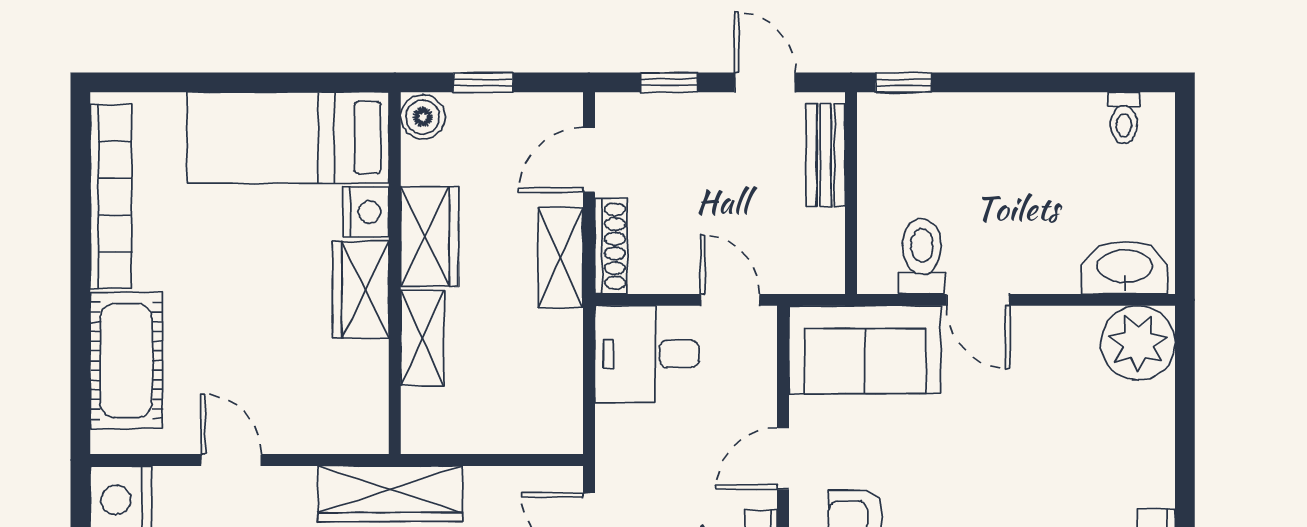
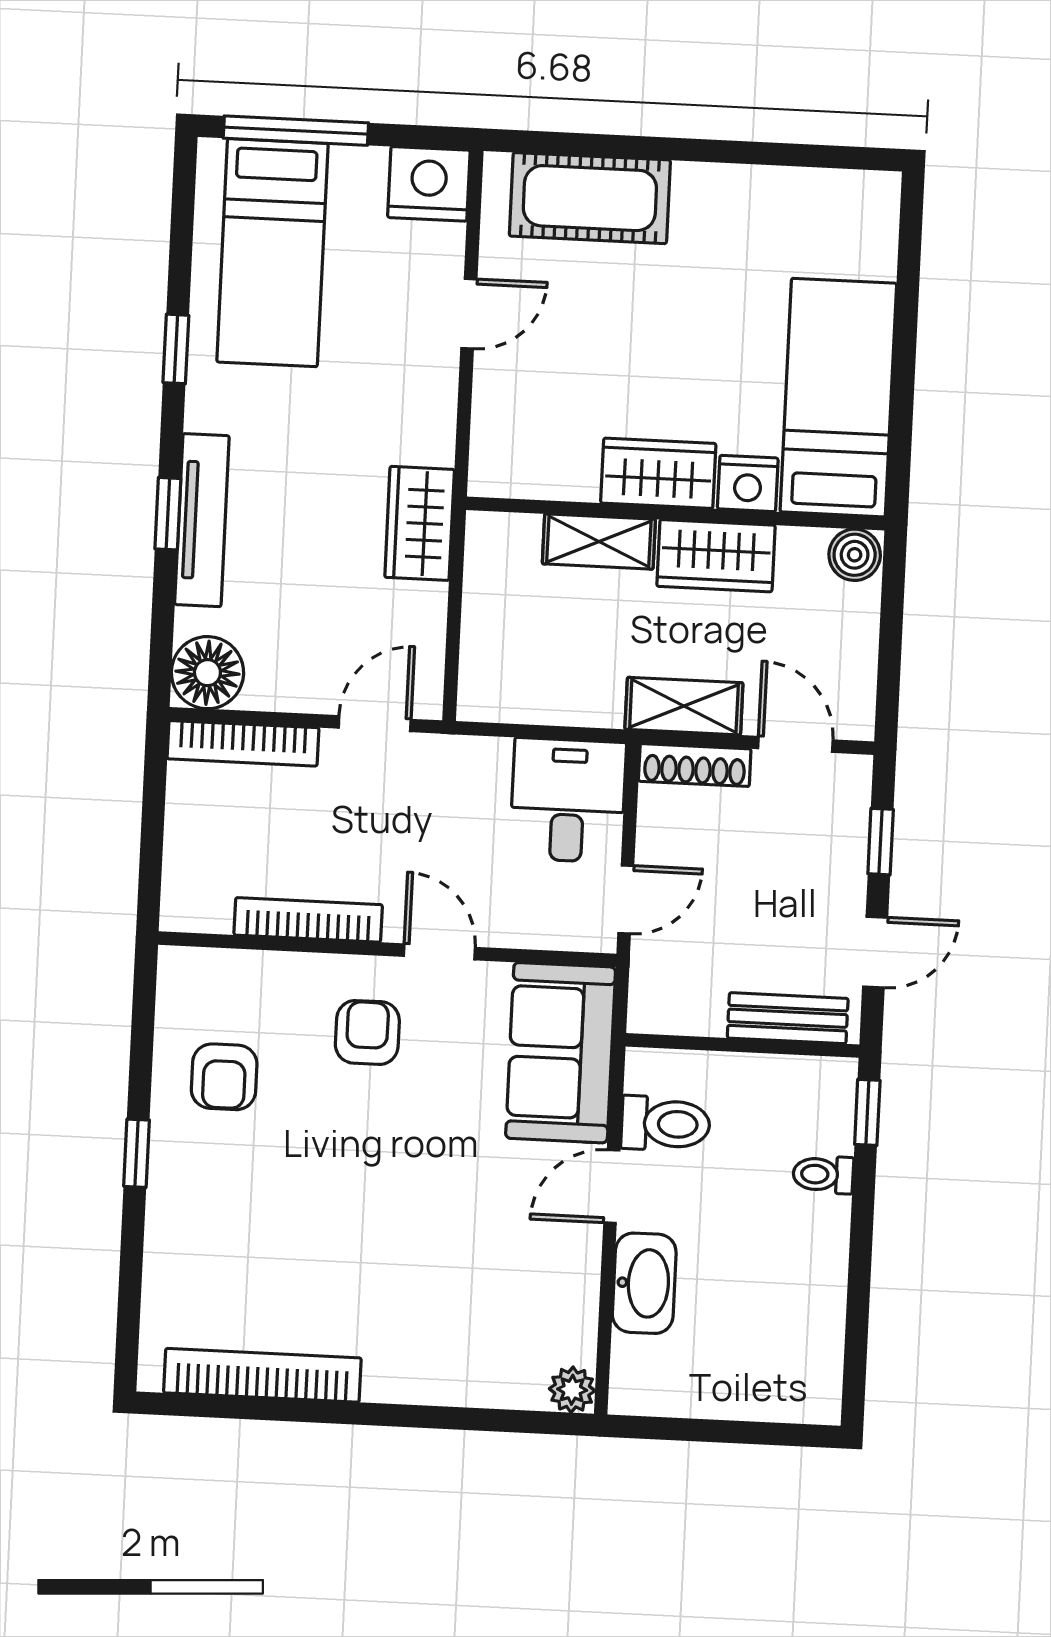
window: (483, 82) -> (891, 626), removed
toilet: (1124, 118) -> (823, 1174), moved
bookcase: (111, 197) -> (780, 190), removed
washbasin: (1125, 268) -> (644, 1283), moved
plant: (1138, 343) -> (572, 1390), width x0.53, depth x0.53
wardrobe: (390, 494) -> (420, 523), width x0.67

